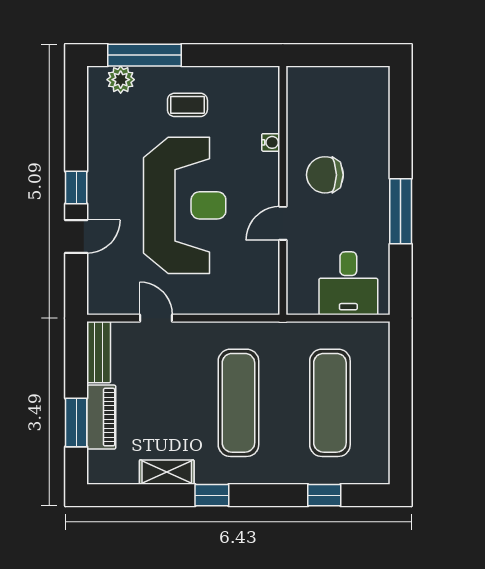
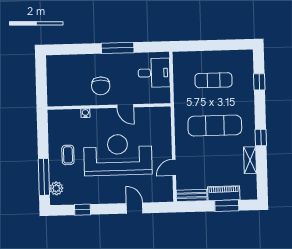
window: (76, 187) -> (83, 210), moved
exercise mat: (330, 403) -> (213, 80), width x0.73, depth x0.69

